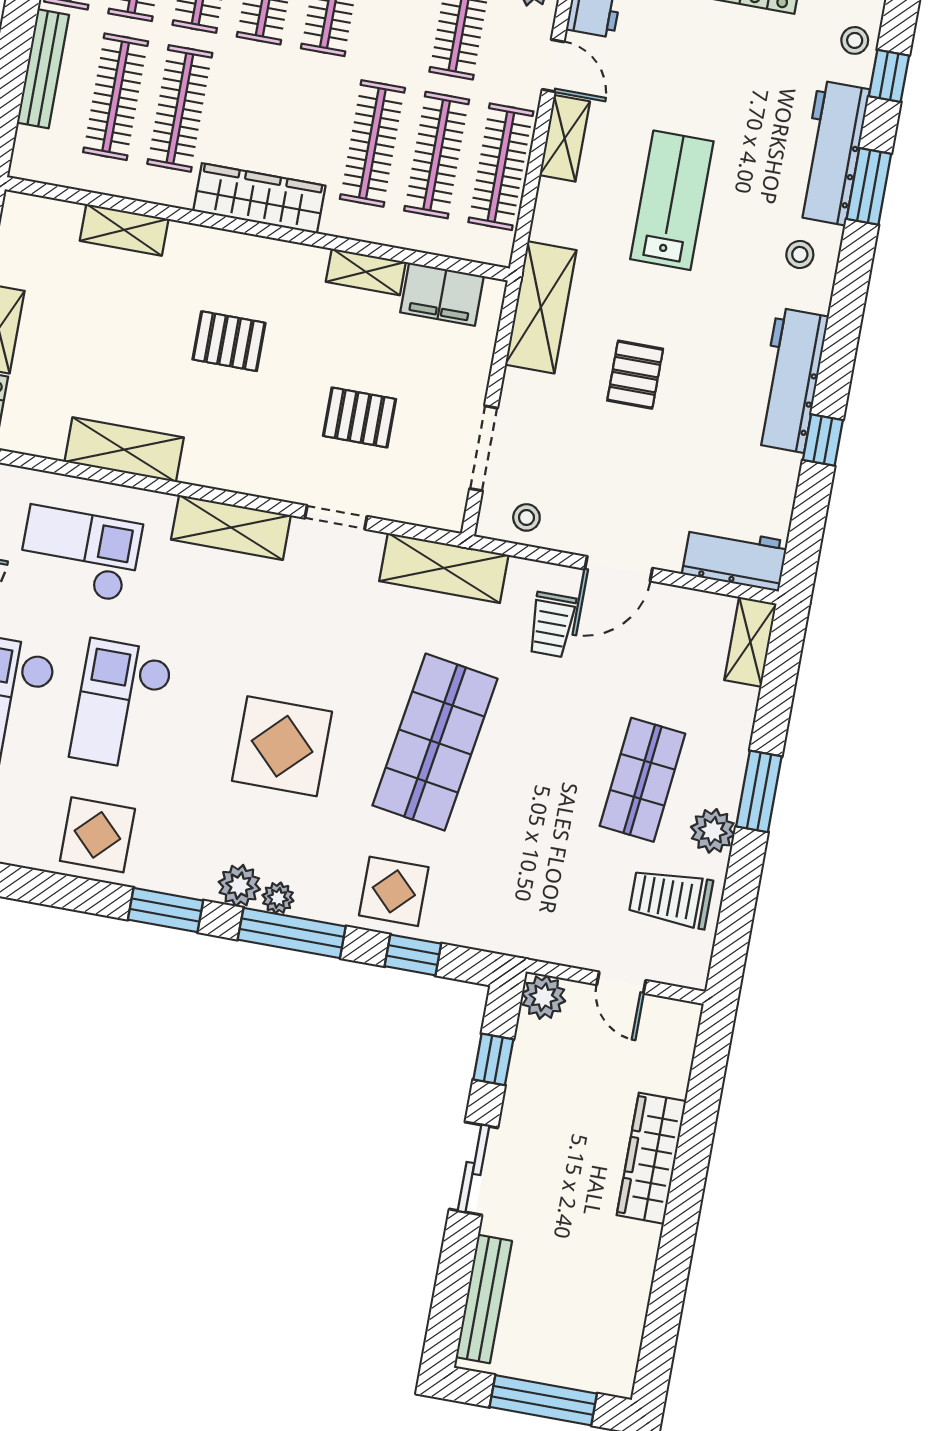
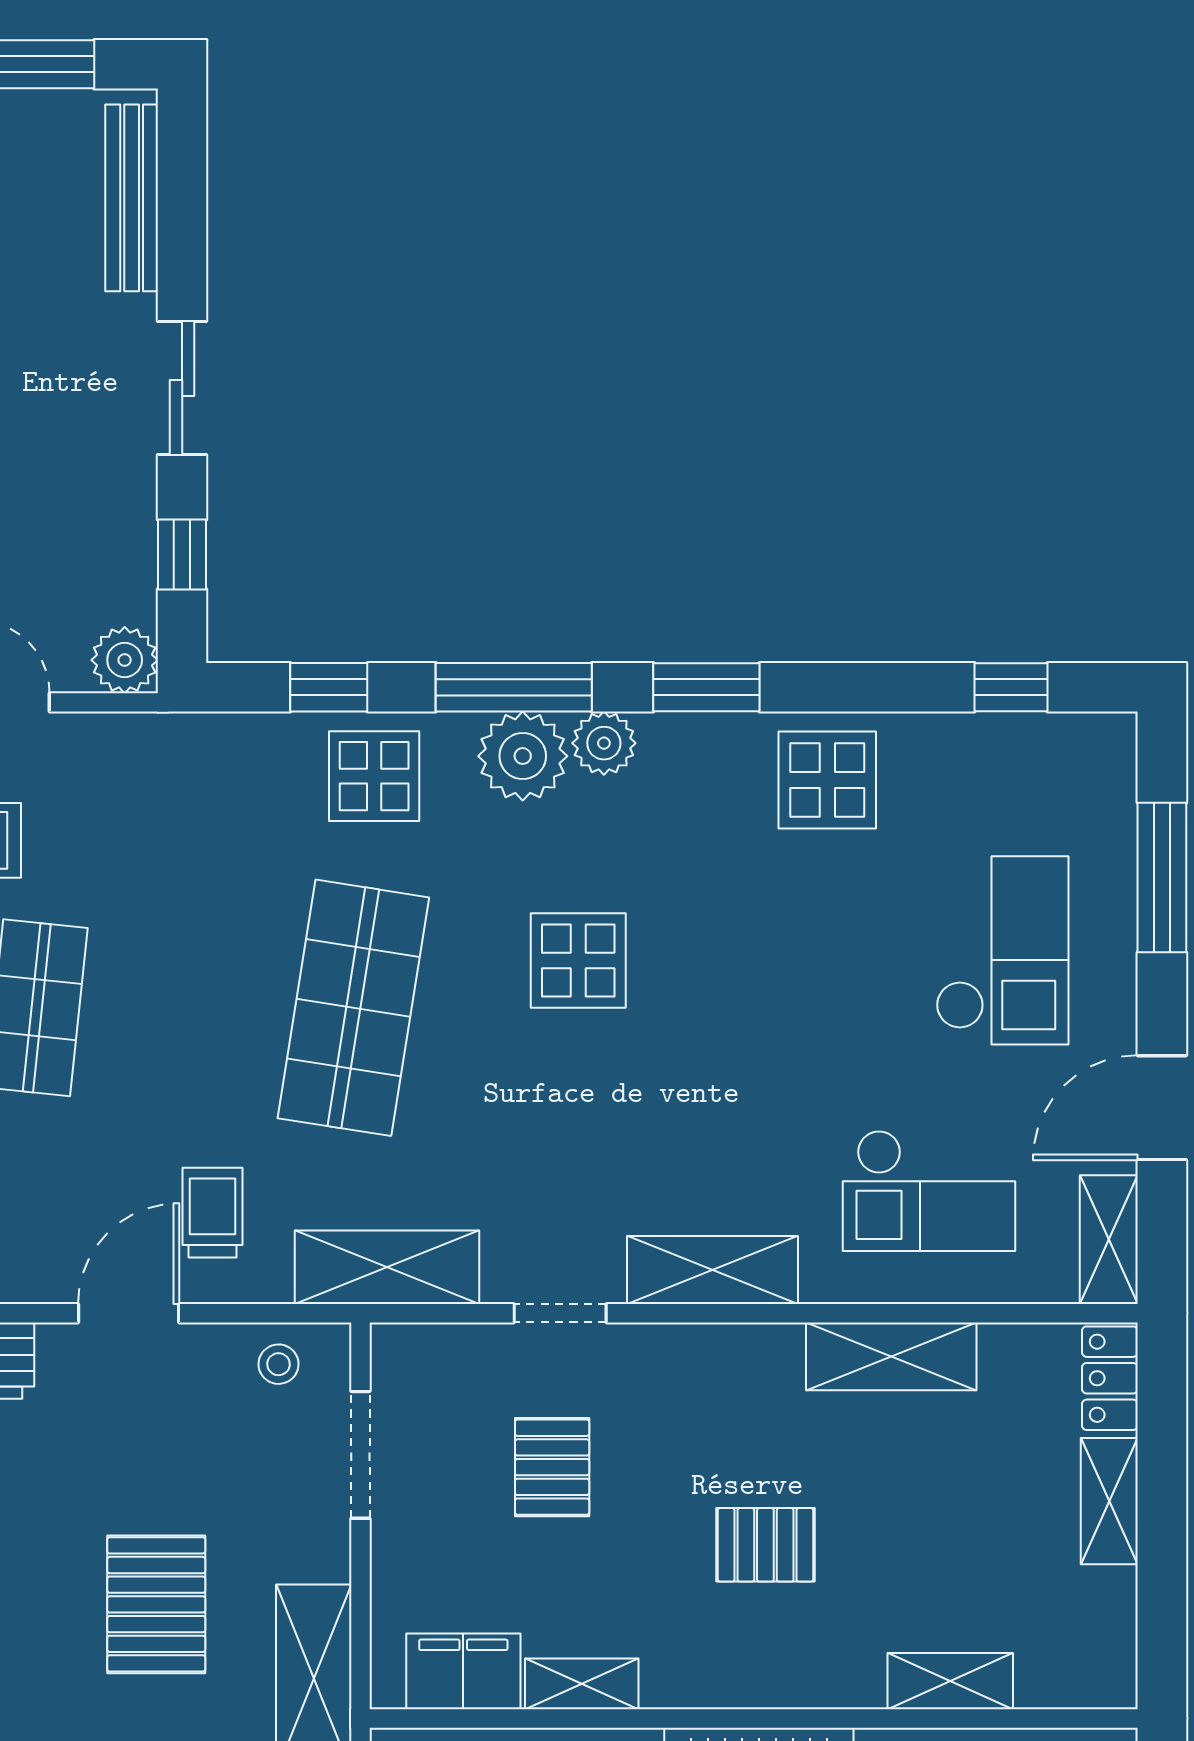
pallet: (635, 375) -> (156, 1604), width x1.50, depth x1.42
pallet: (360, 417) -> (552, 1467), turned 90
checkout: (121, 705) -> (827, 979), removed
display table: (282, 746) -> (578, 961), width x0.73, depth x0.73
plant: (278, 898) -> (523, 756), width x1.87, depth x1.87

